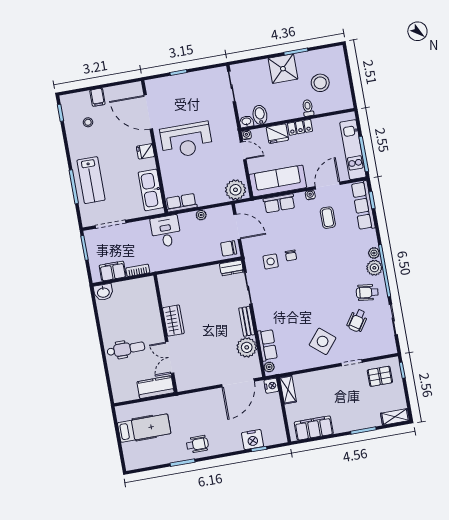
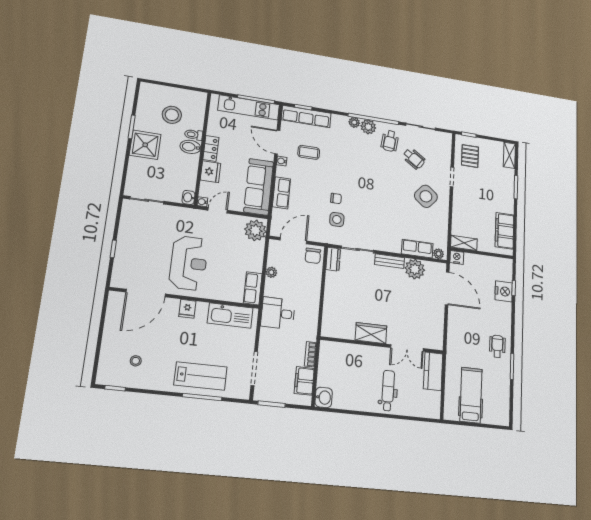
filing cabinet: (97, 97) -> (111, 342), removed
bidet: (260, 115) -> (190, 147), moved

